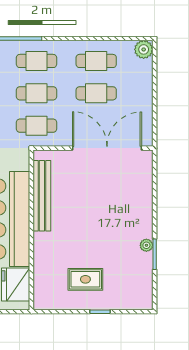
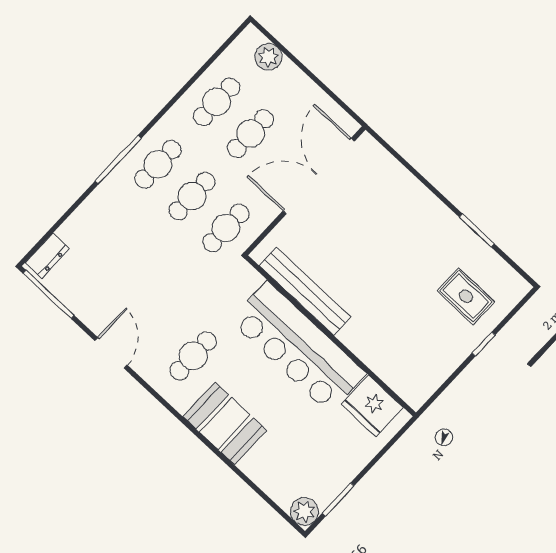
plant: (144, 49) -> (268, 57), moved
plant: (146, 245) -> (459, 230), removed
rug: (85, 279) -> (466, 296), moved, turned 90

